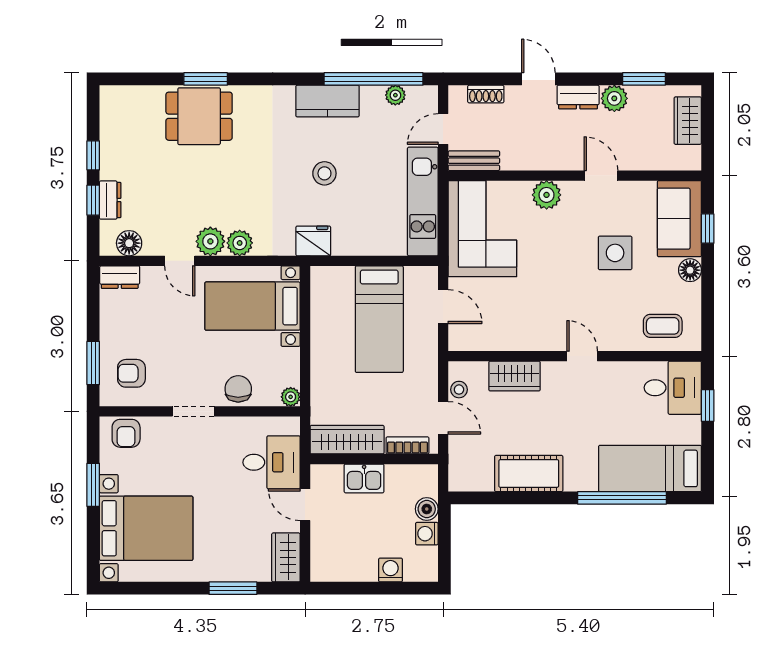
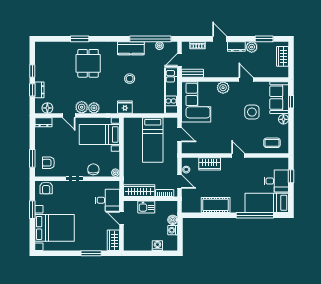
dining table: (199, 116) -> (88, 63), moved, turned 90
desk: (673, 388) -> (276, 181), moved

